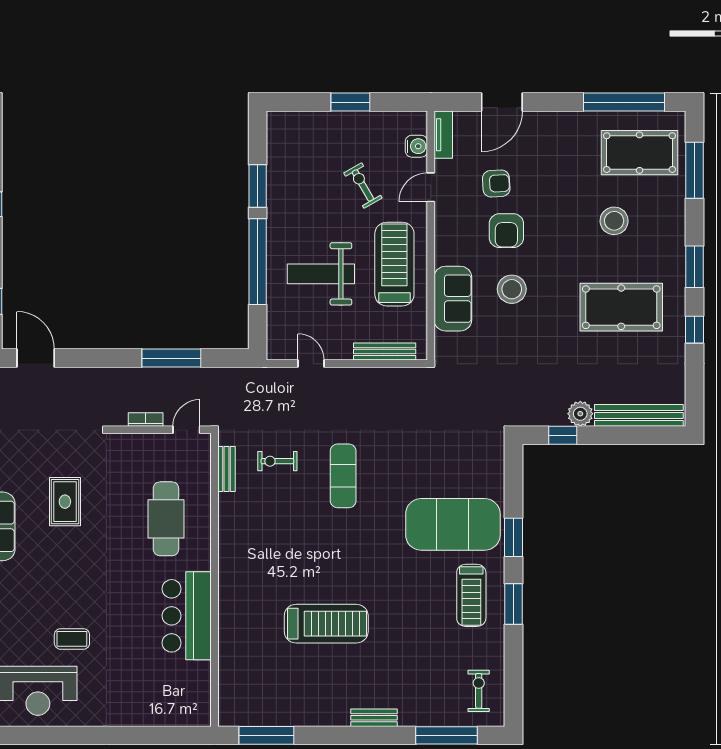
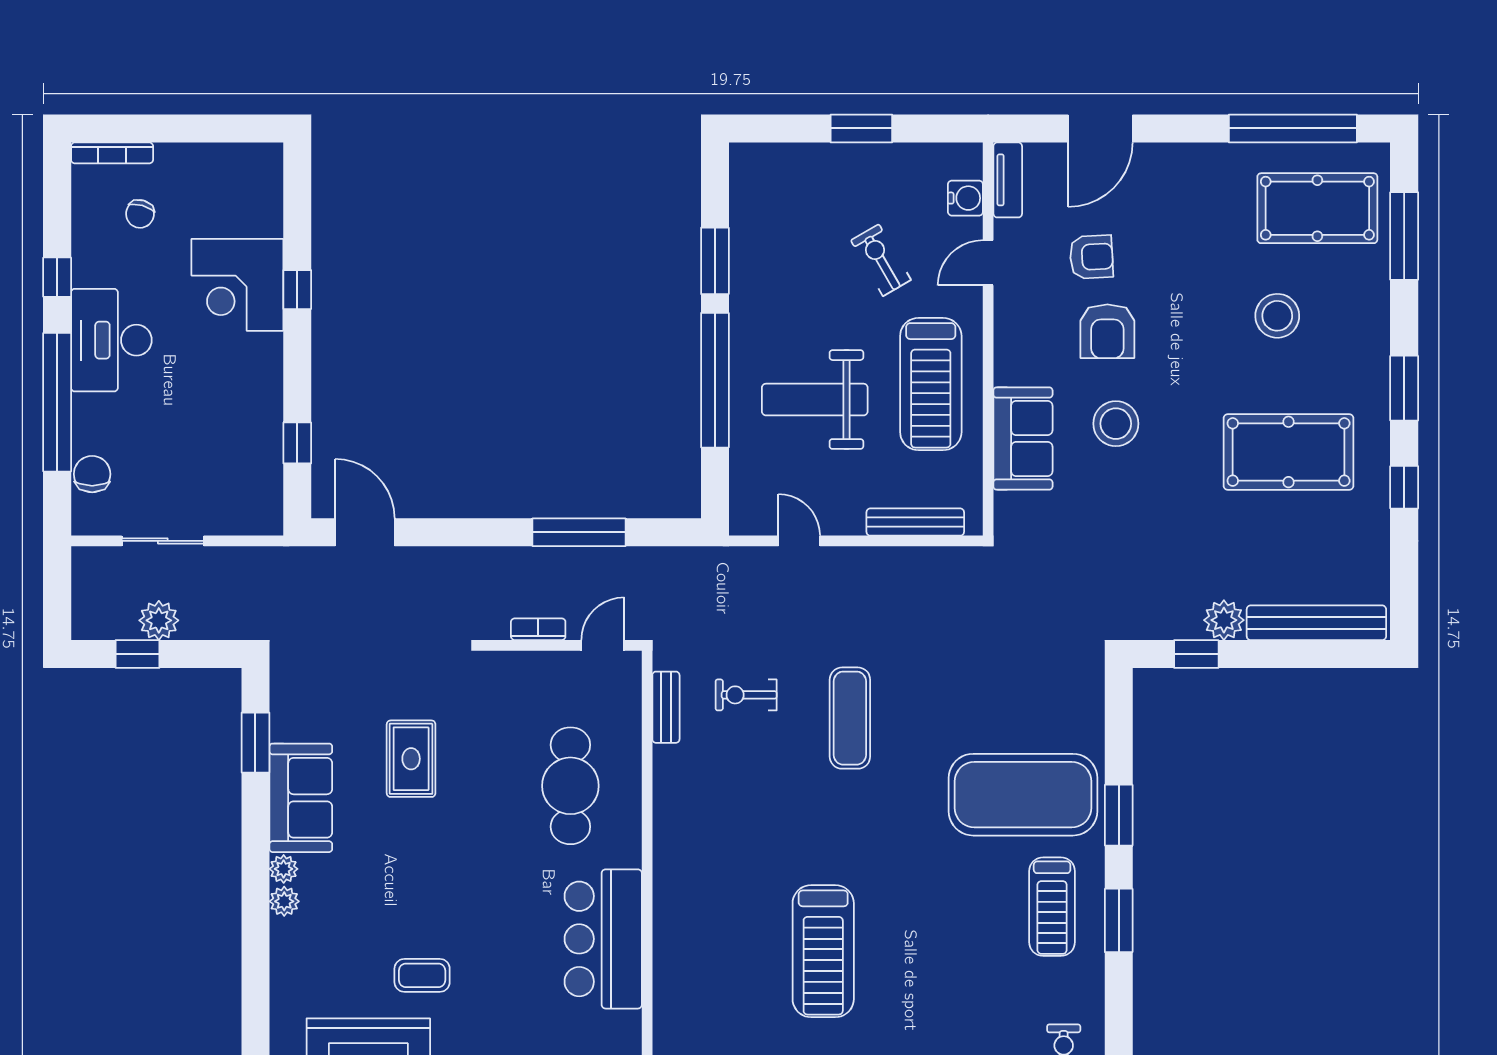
treadmill: (394, 264) -> (931, 384), turned 180
treadmill: (326, 624) -> (823, 951), turned 90

